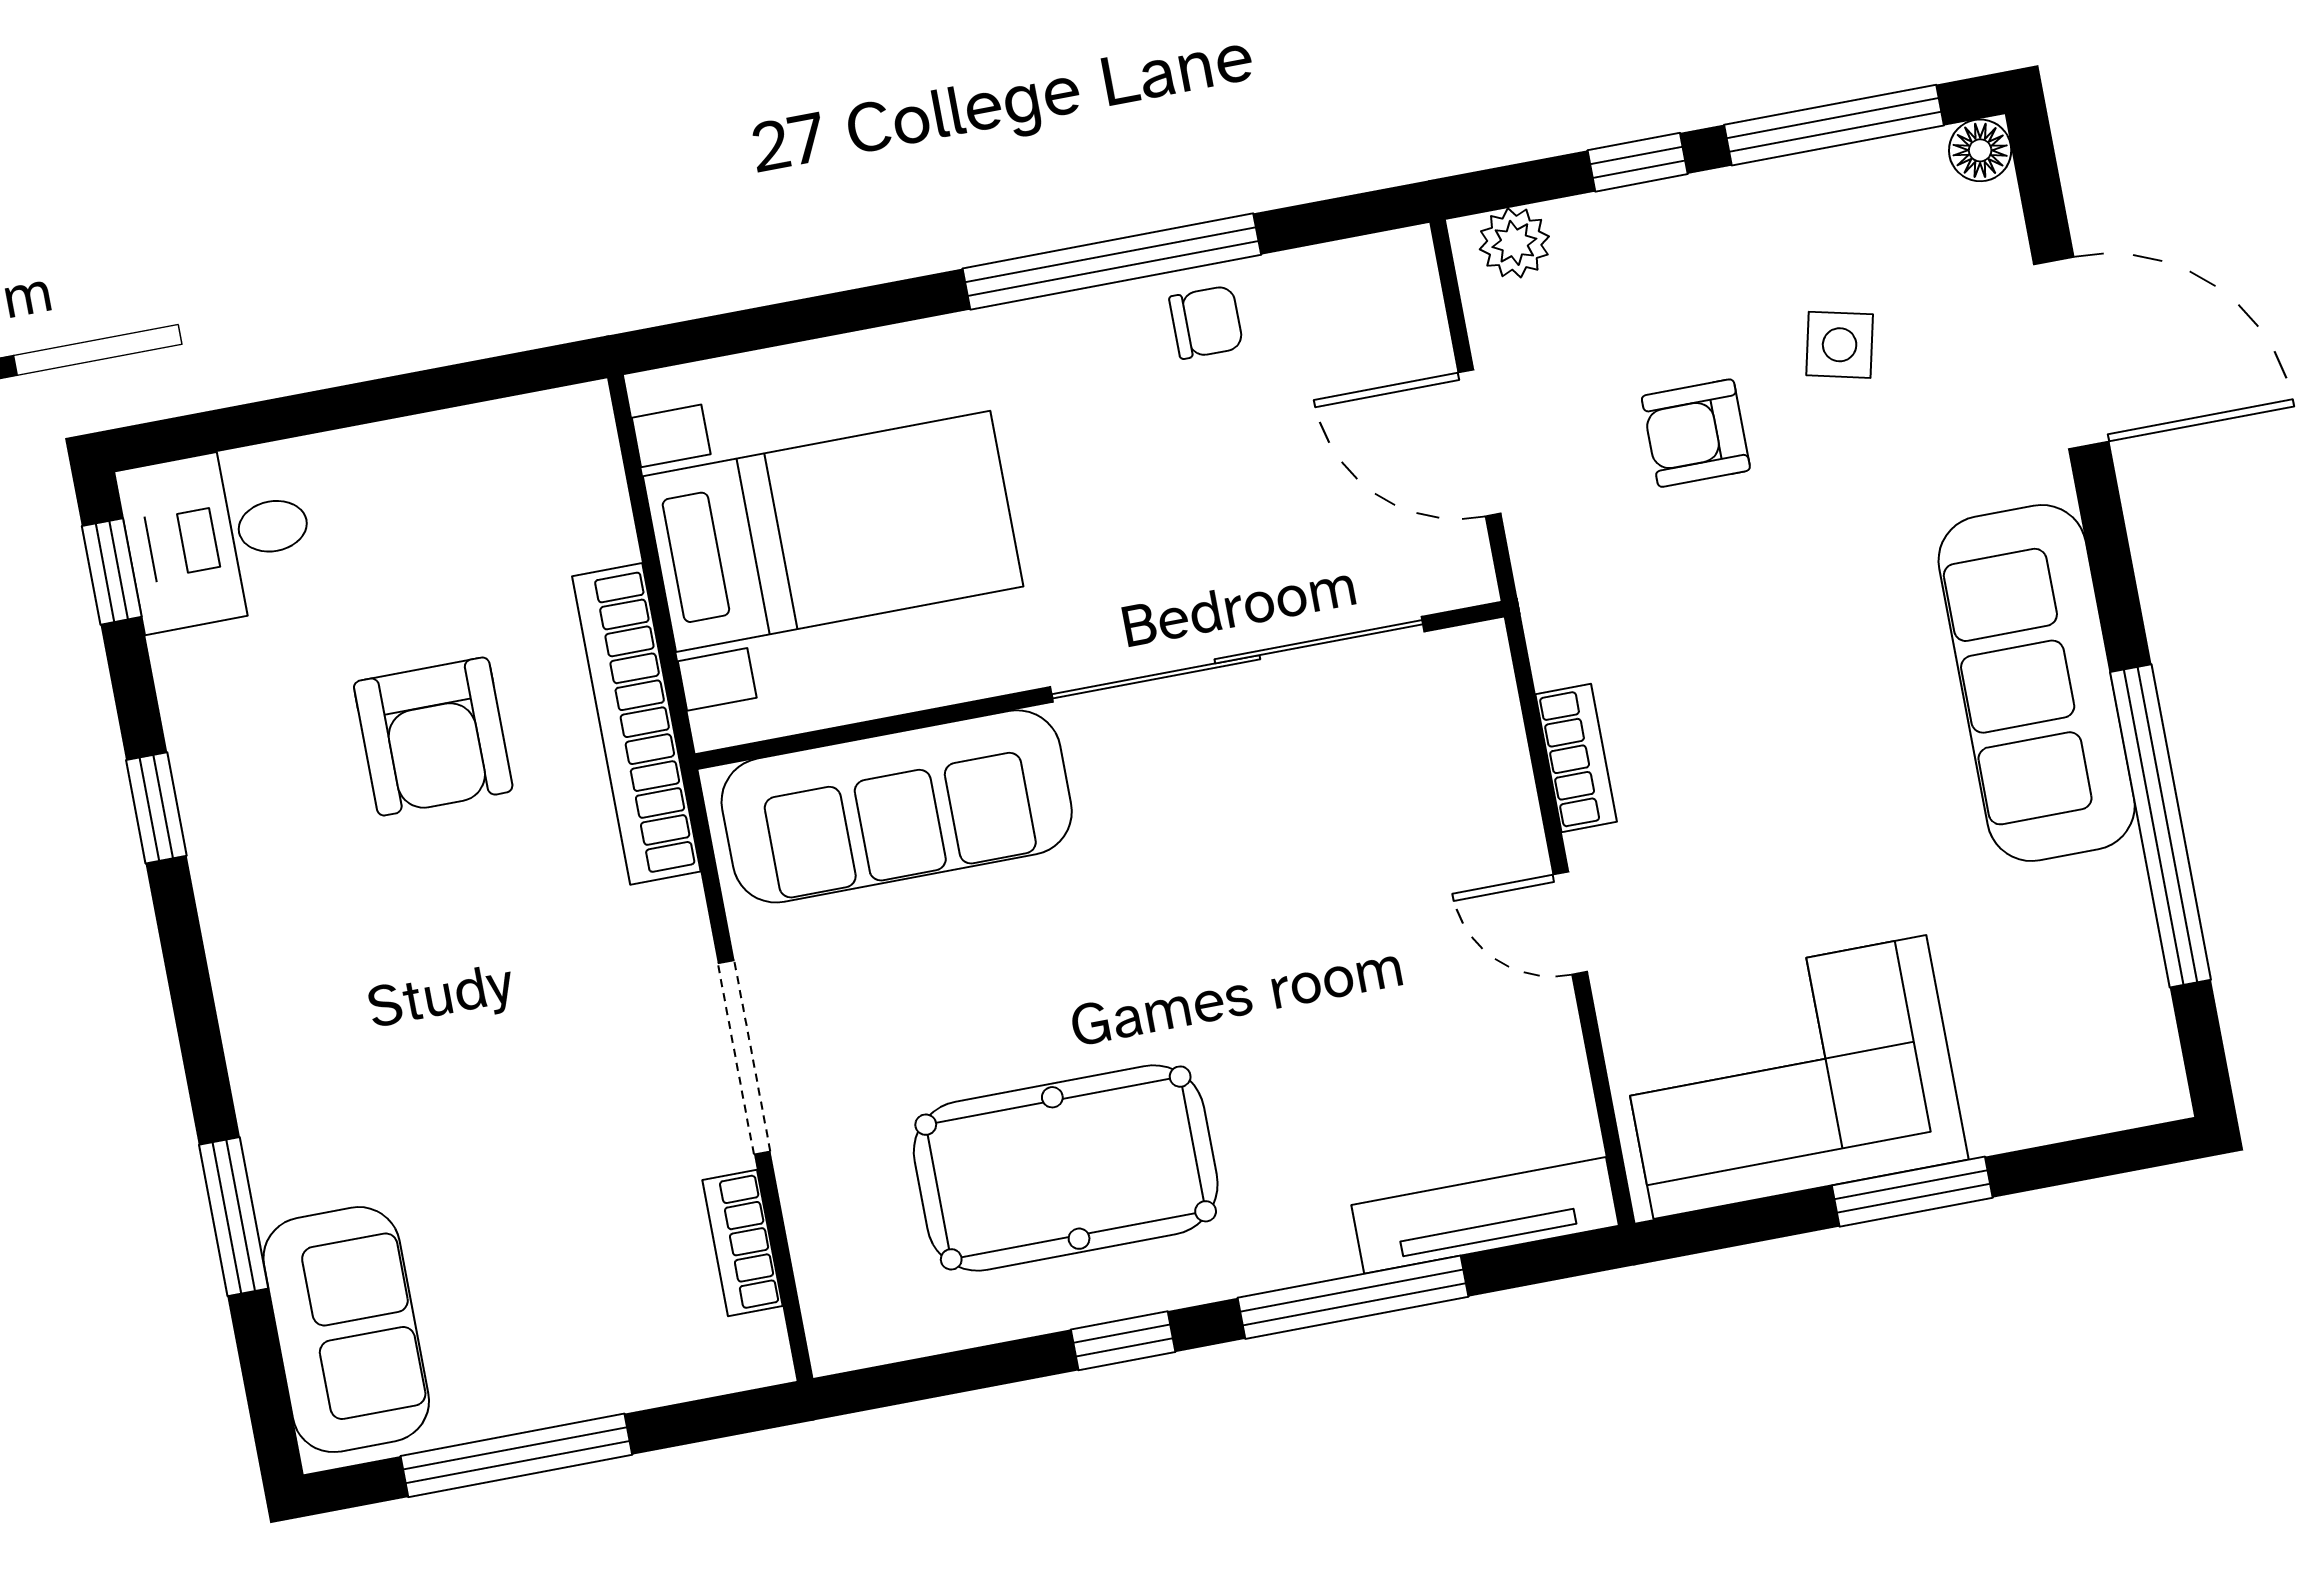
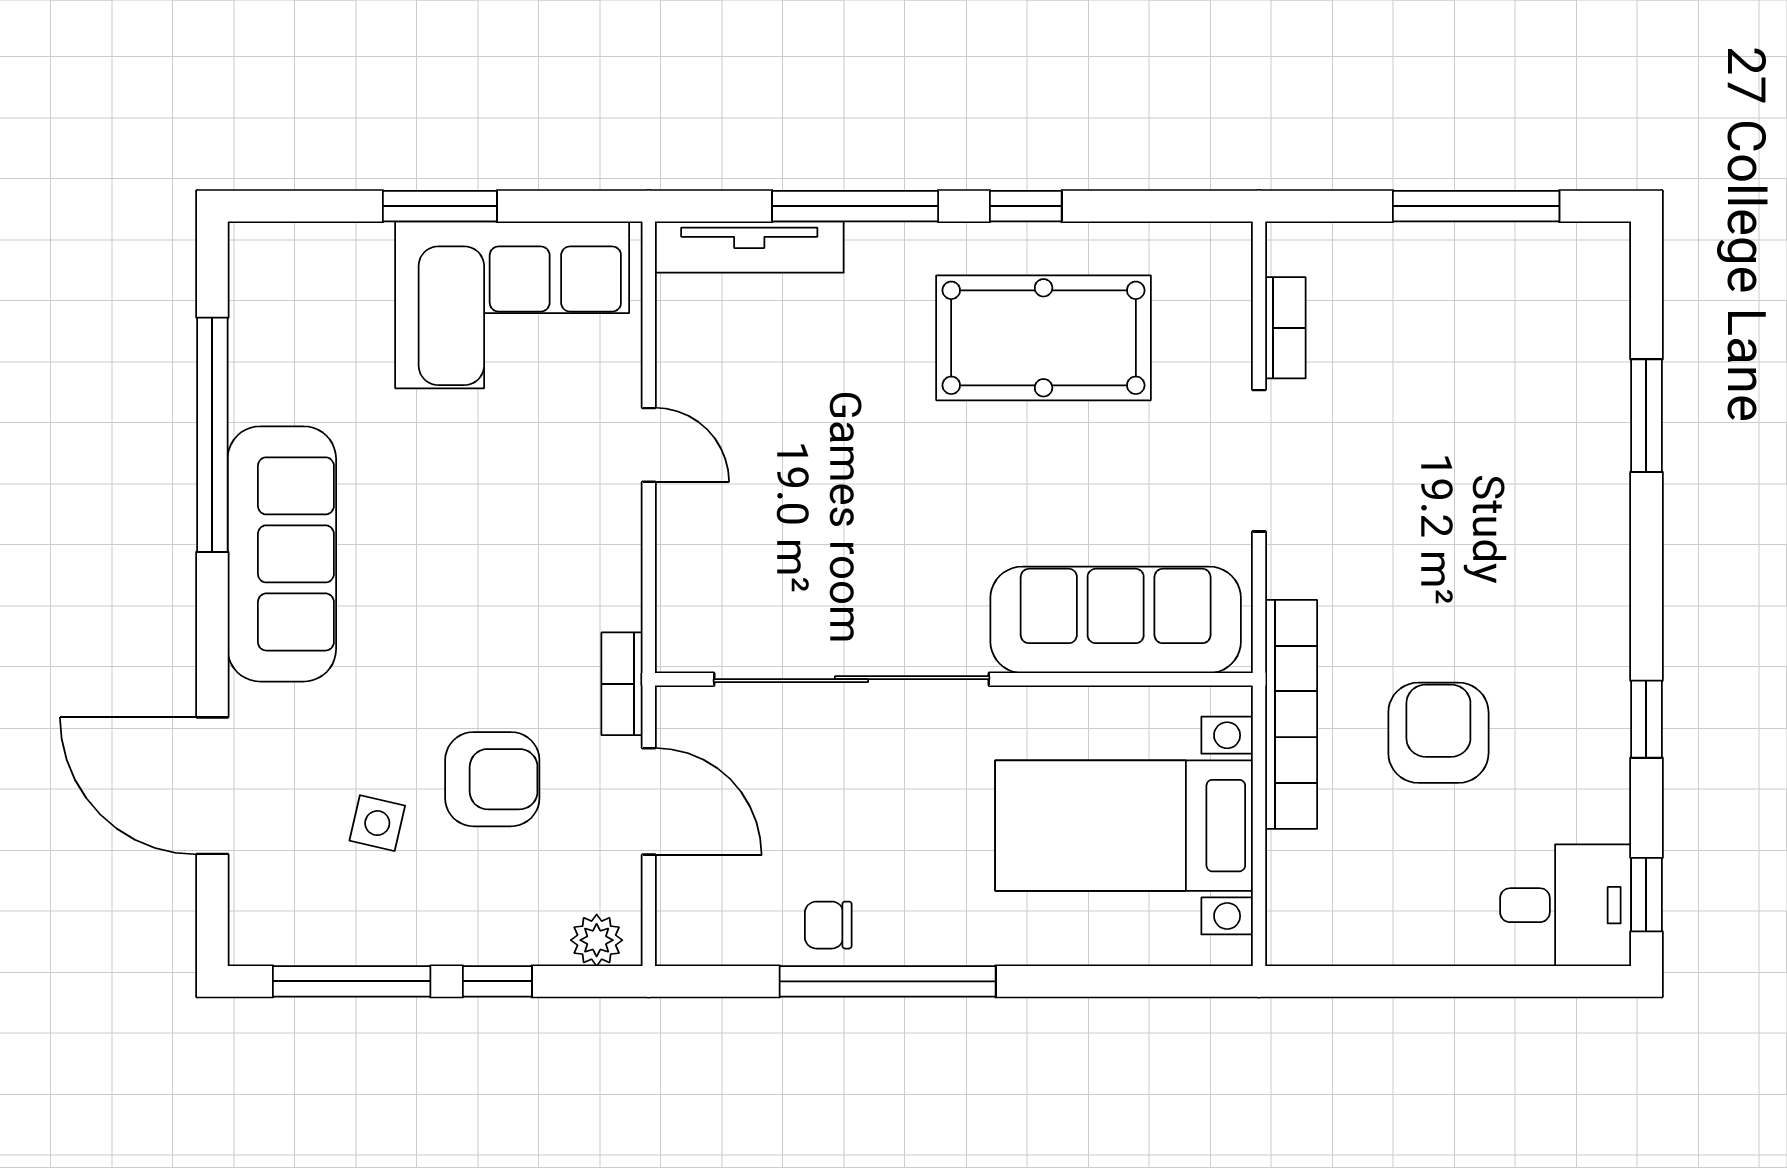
floor lamp: (1980, 150) -> (250, 943), removed
armchair: (1696, 433) -> (492, 779), width x1.38, depth x1.38
bookcase: (1576, 758) -> (622, 684), moved
sofa: (346, 1330) -> (1581, 319), removed

